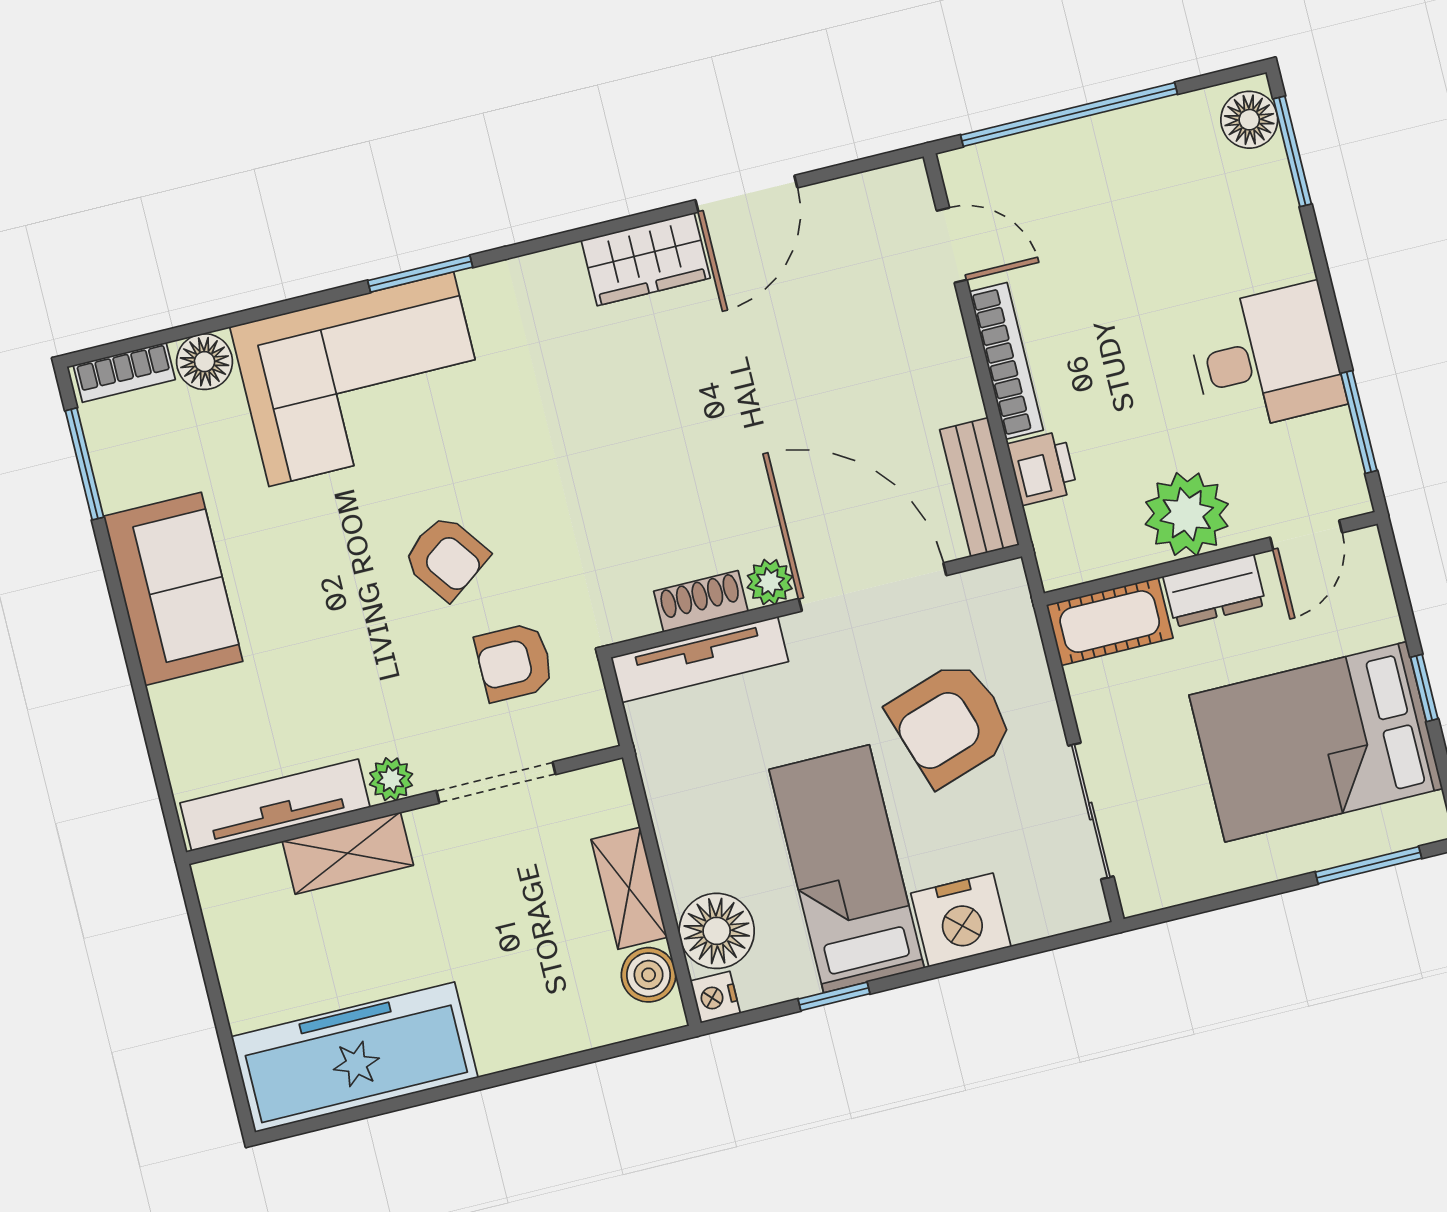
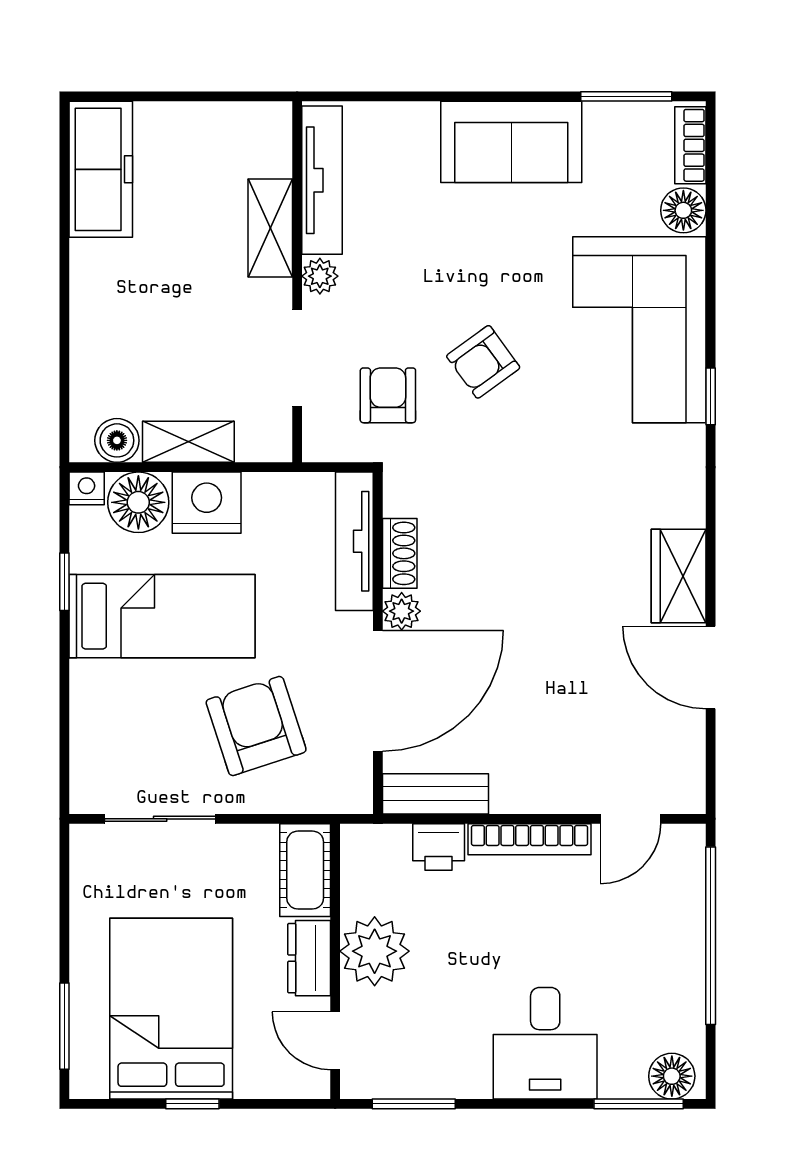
window: (420, 274) -> (711, 396), width x0.67
desk: (1266, 358) -> (545, 1043), moved
nightstand: (961, 920) -> (207, 503), moved, turned 90
freezer: (355, 1057) -> (101, 169), width x0.73, depth x0.79

